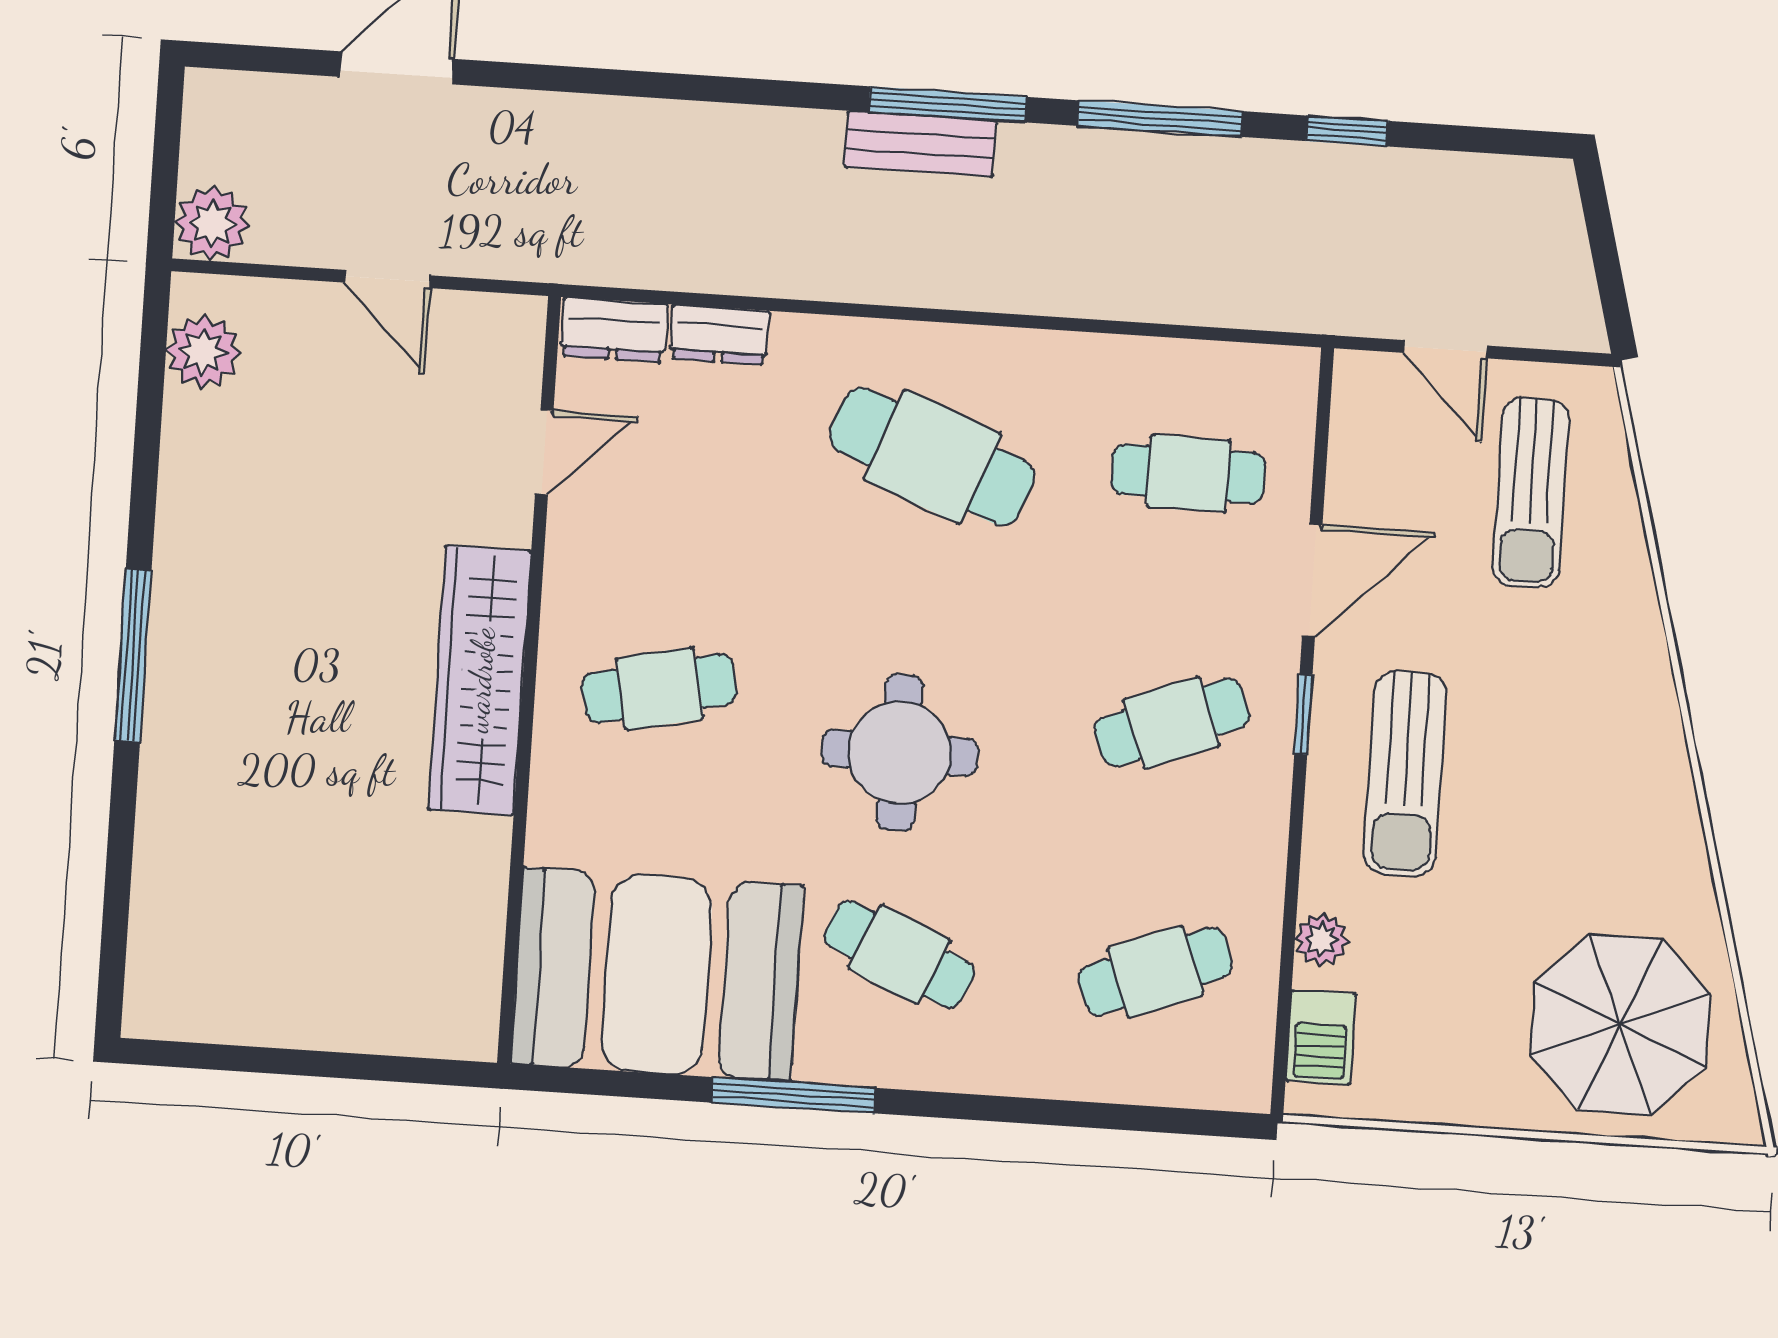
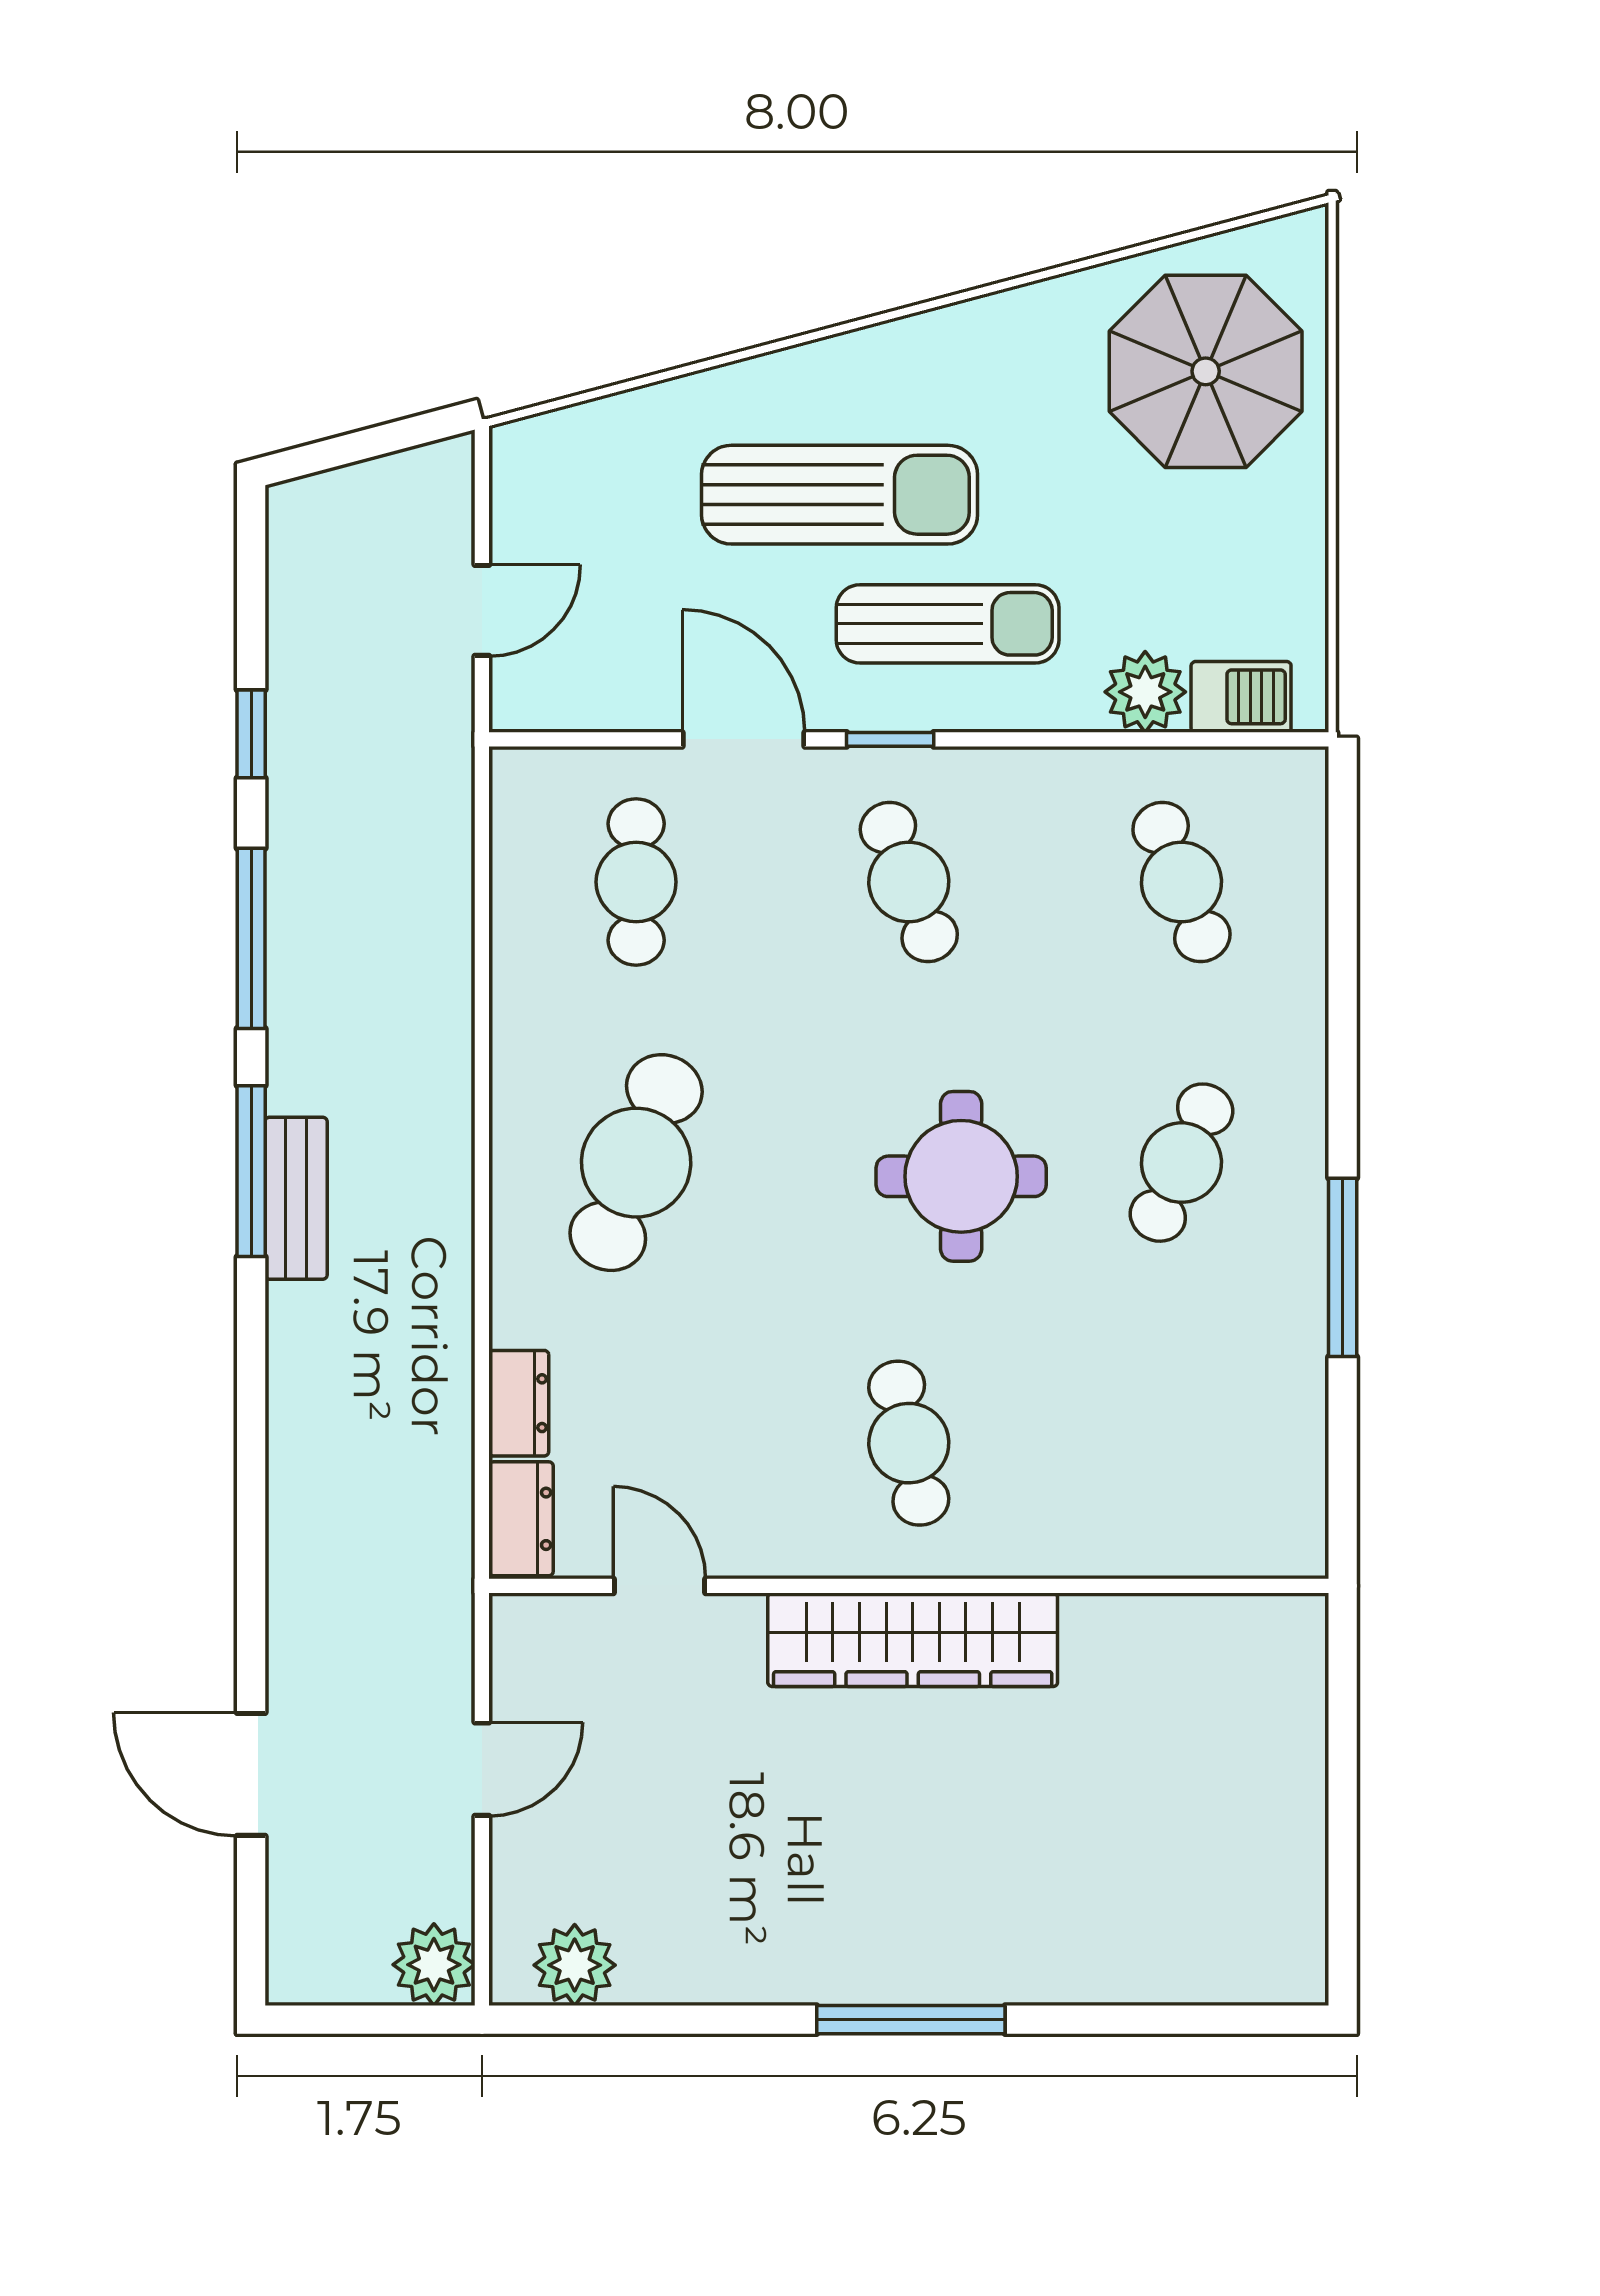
sun lounger: (1531, 493) -> (840, 495), moved, width x1.36, depth x1.34
plant: (1322, 939) -> (1145, 692), width x1.38, depth x1.38
booth: (657, 975) -> (1221, 1425), removed

